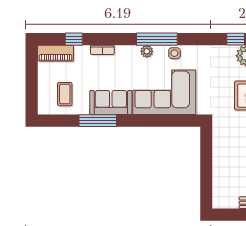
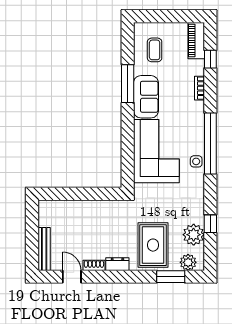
window: (157, 39) -> (210, 144), width x1.46
plant: (147, 51) -> (198, 133), removed
coffee table: (65, 94) -> (155, 50), turned 90

